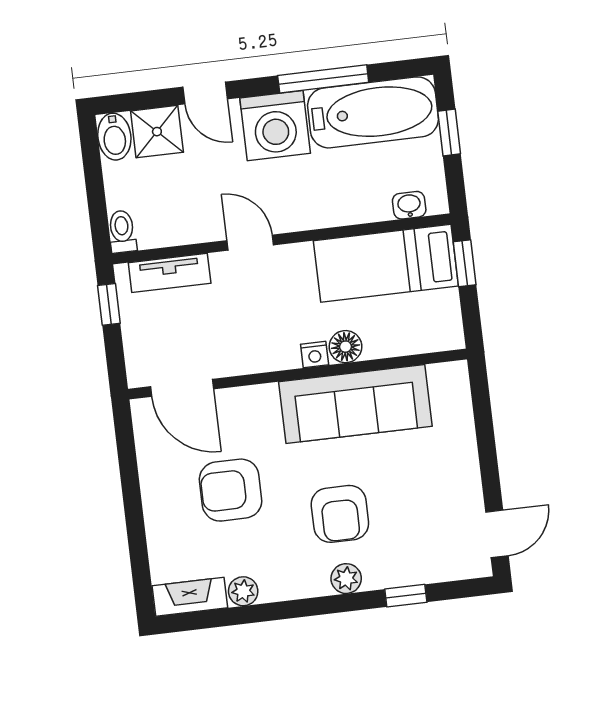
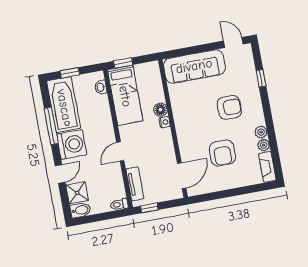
sofa: (355, 404) -> (194, 66), moved, turned 90
plant: (346, 579) -> (261, 132), moved

